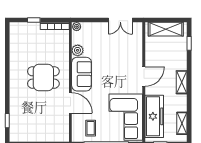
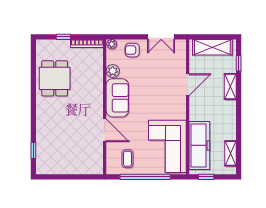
armchair: (95, 32) -> (132, 50), added
dining table: (43, 77) -> (55, 78), moved, turned 90
door: (144, 77) -> (188, 85), moved
shelving: (182, 82) -> (230, 87), moved

